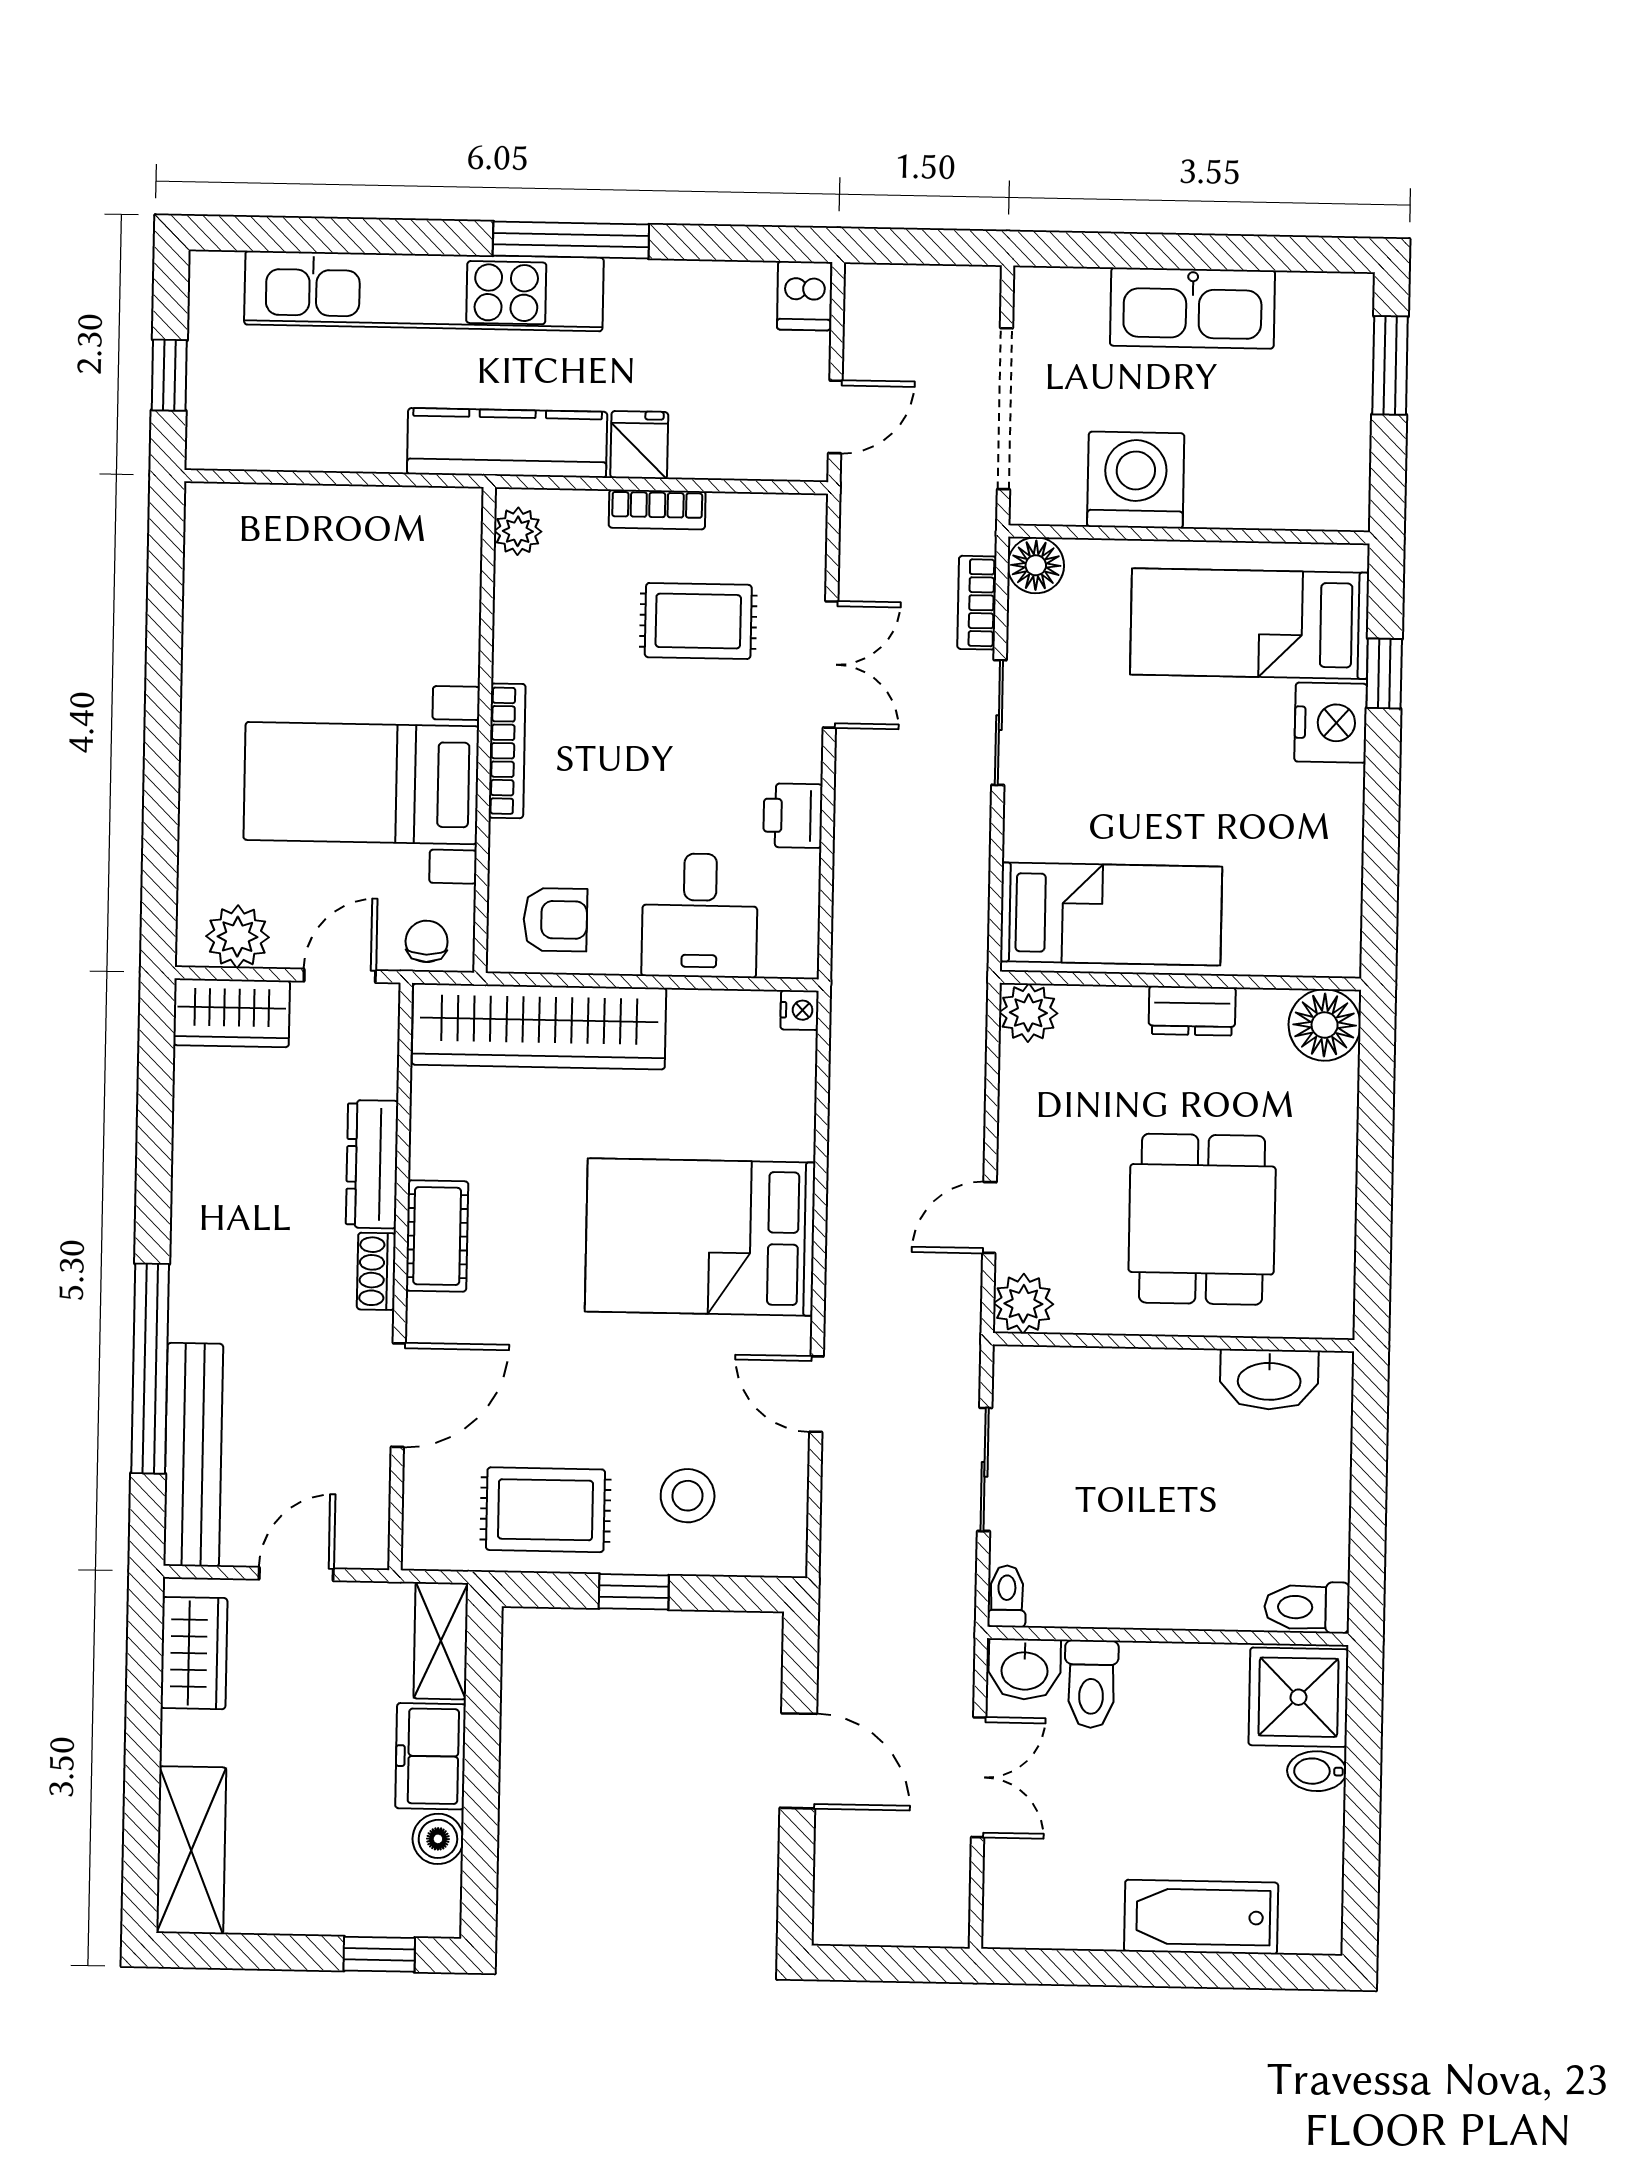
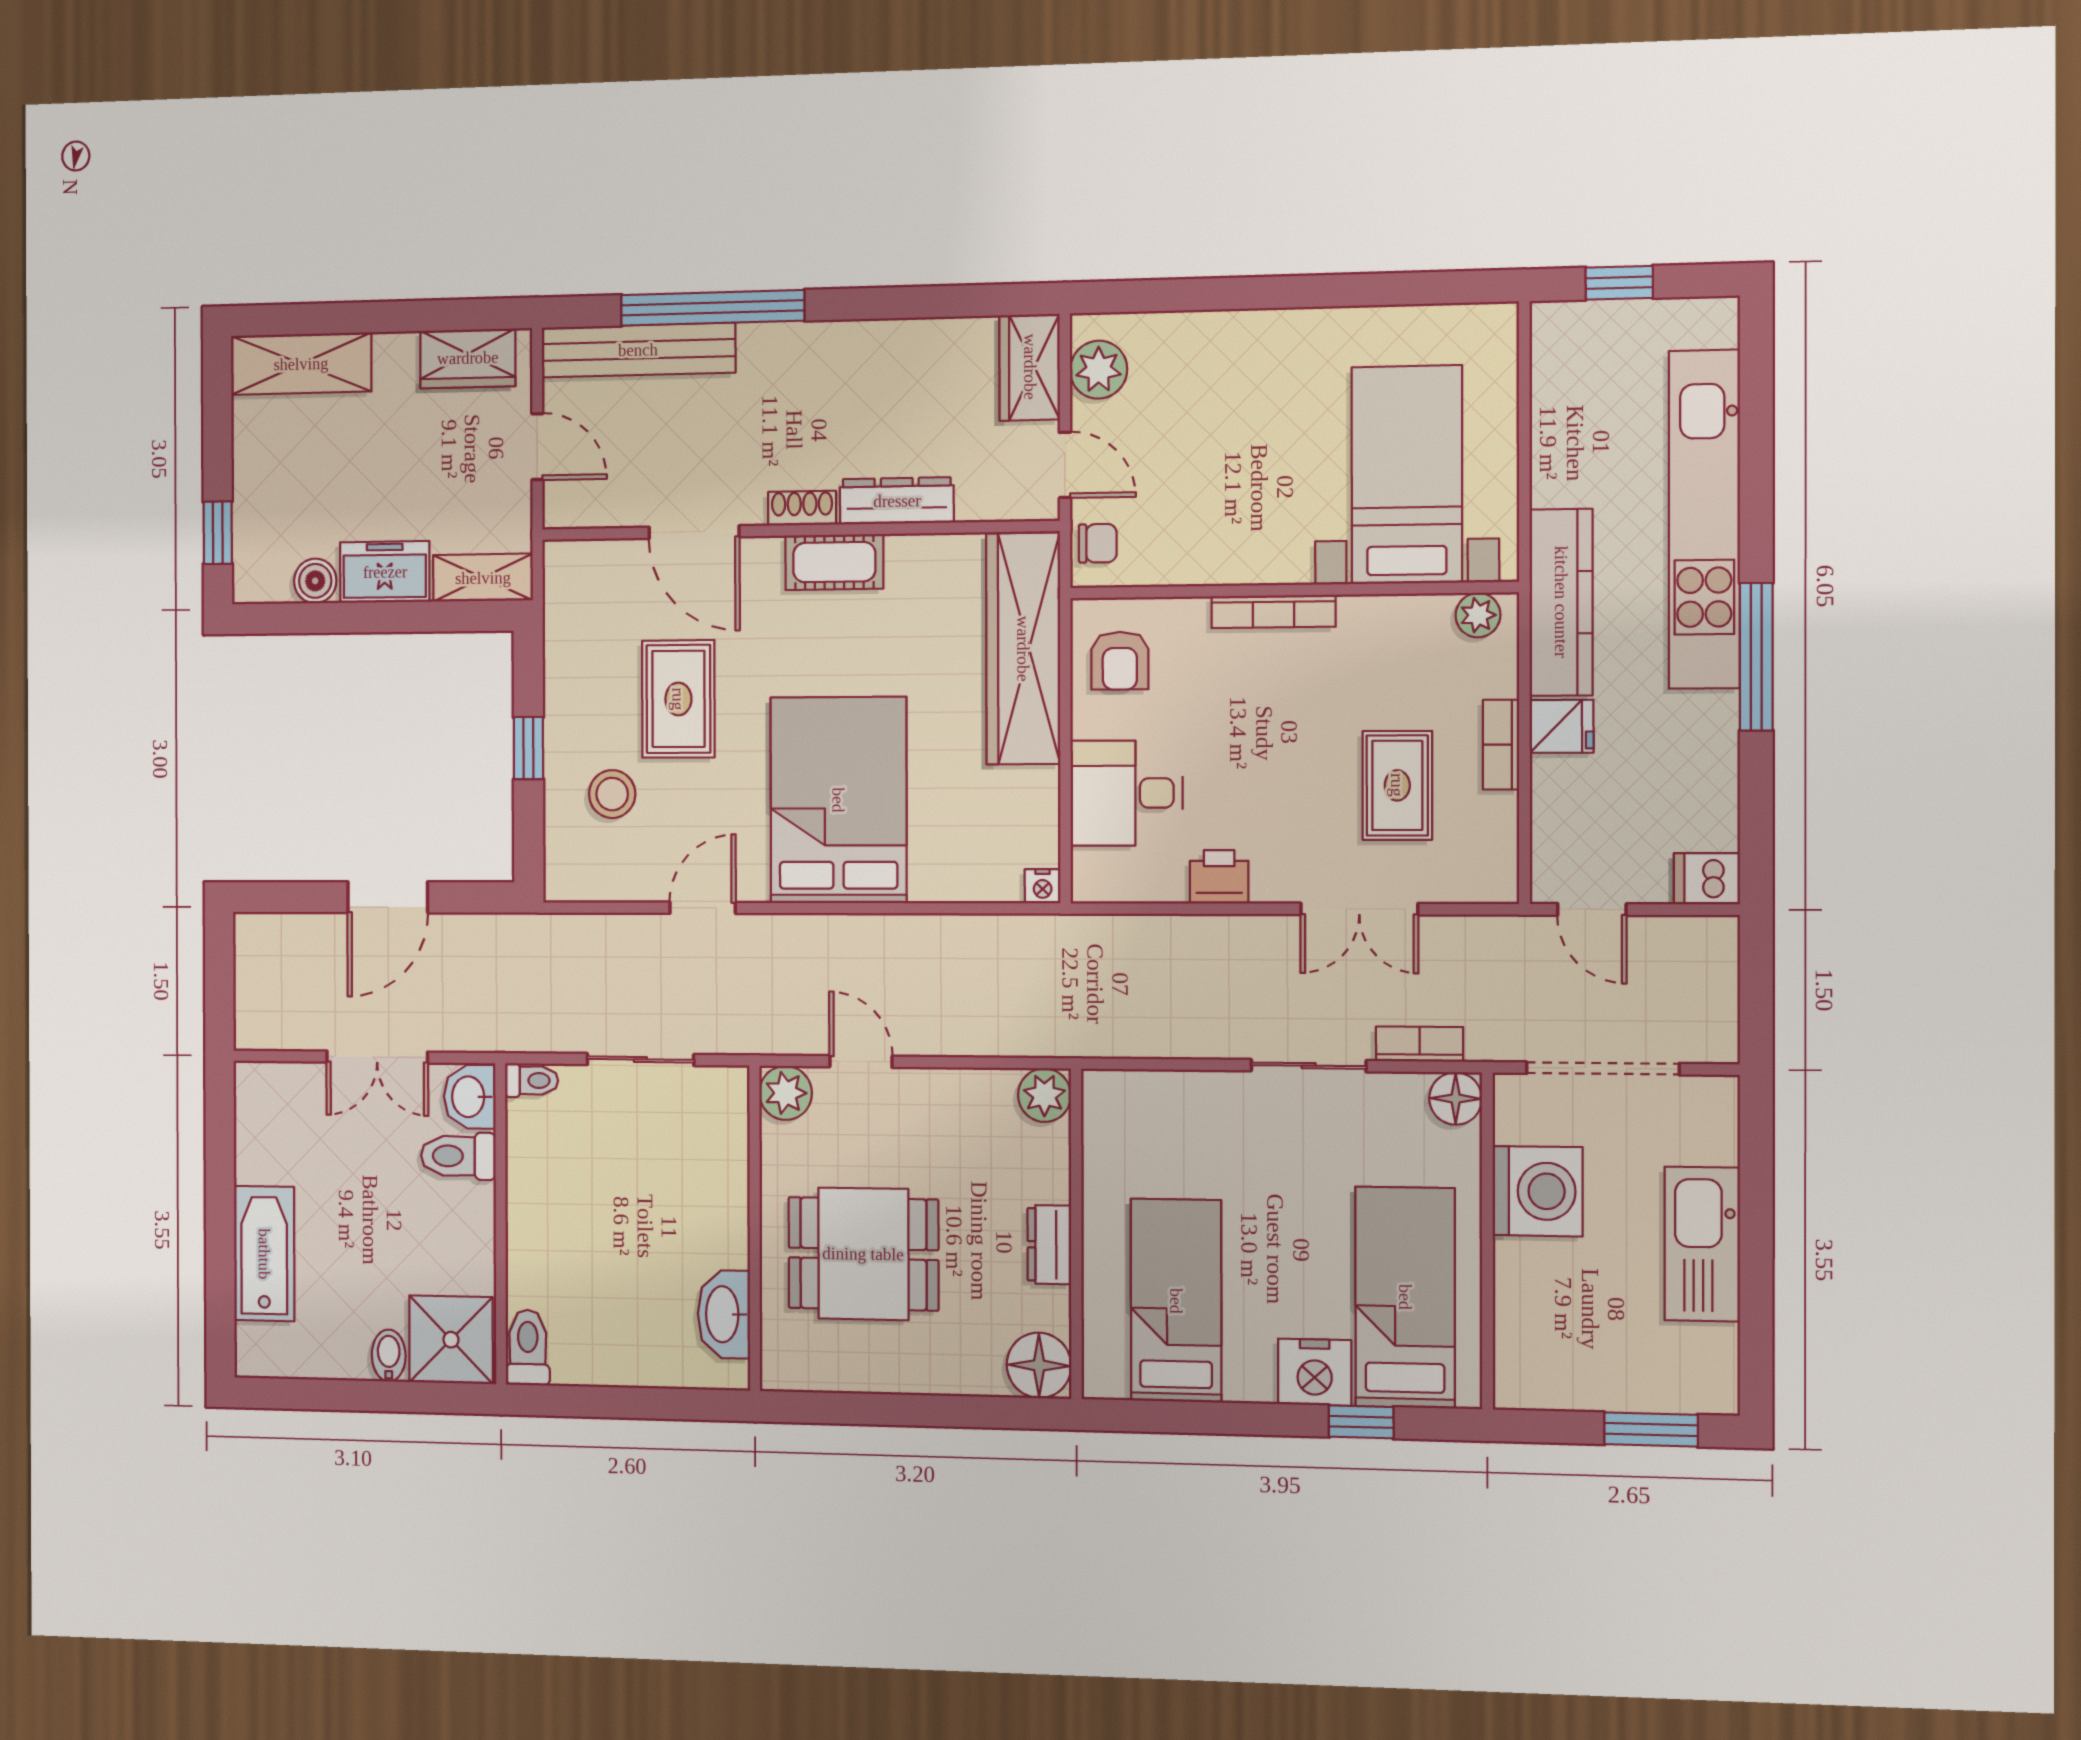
bed with nightstands: (361, 783) -> (1407, 475), moved
bed: (1111, 914) -> (1176, 1301), moved, turned 180
rug: (545, 1510) -> (678, 699), moved

